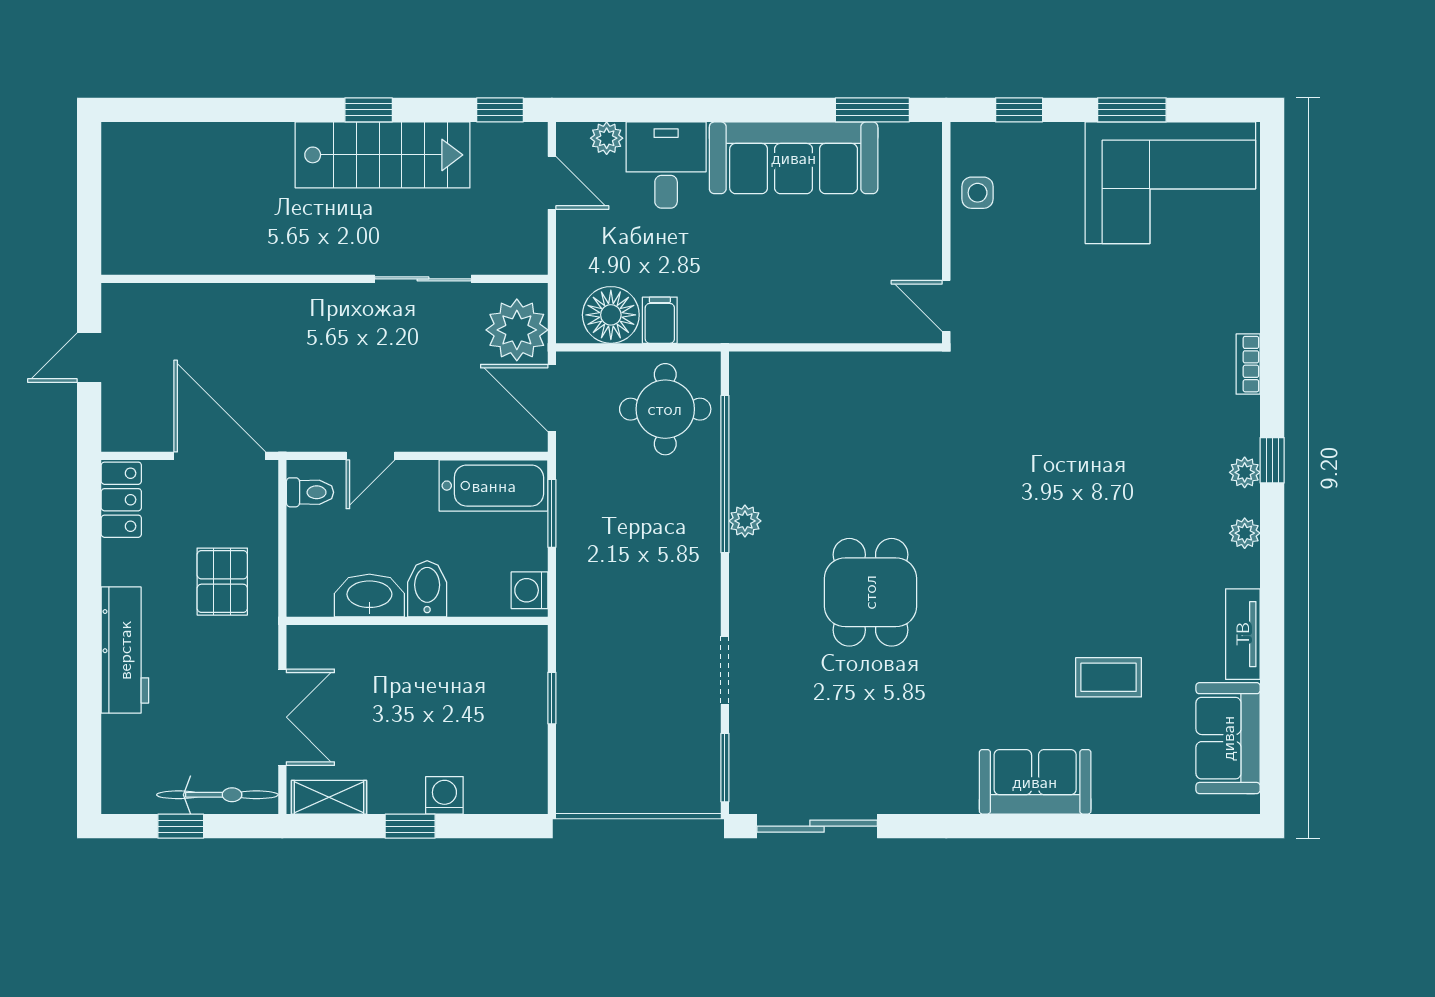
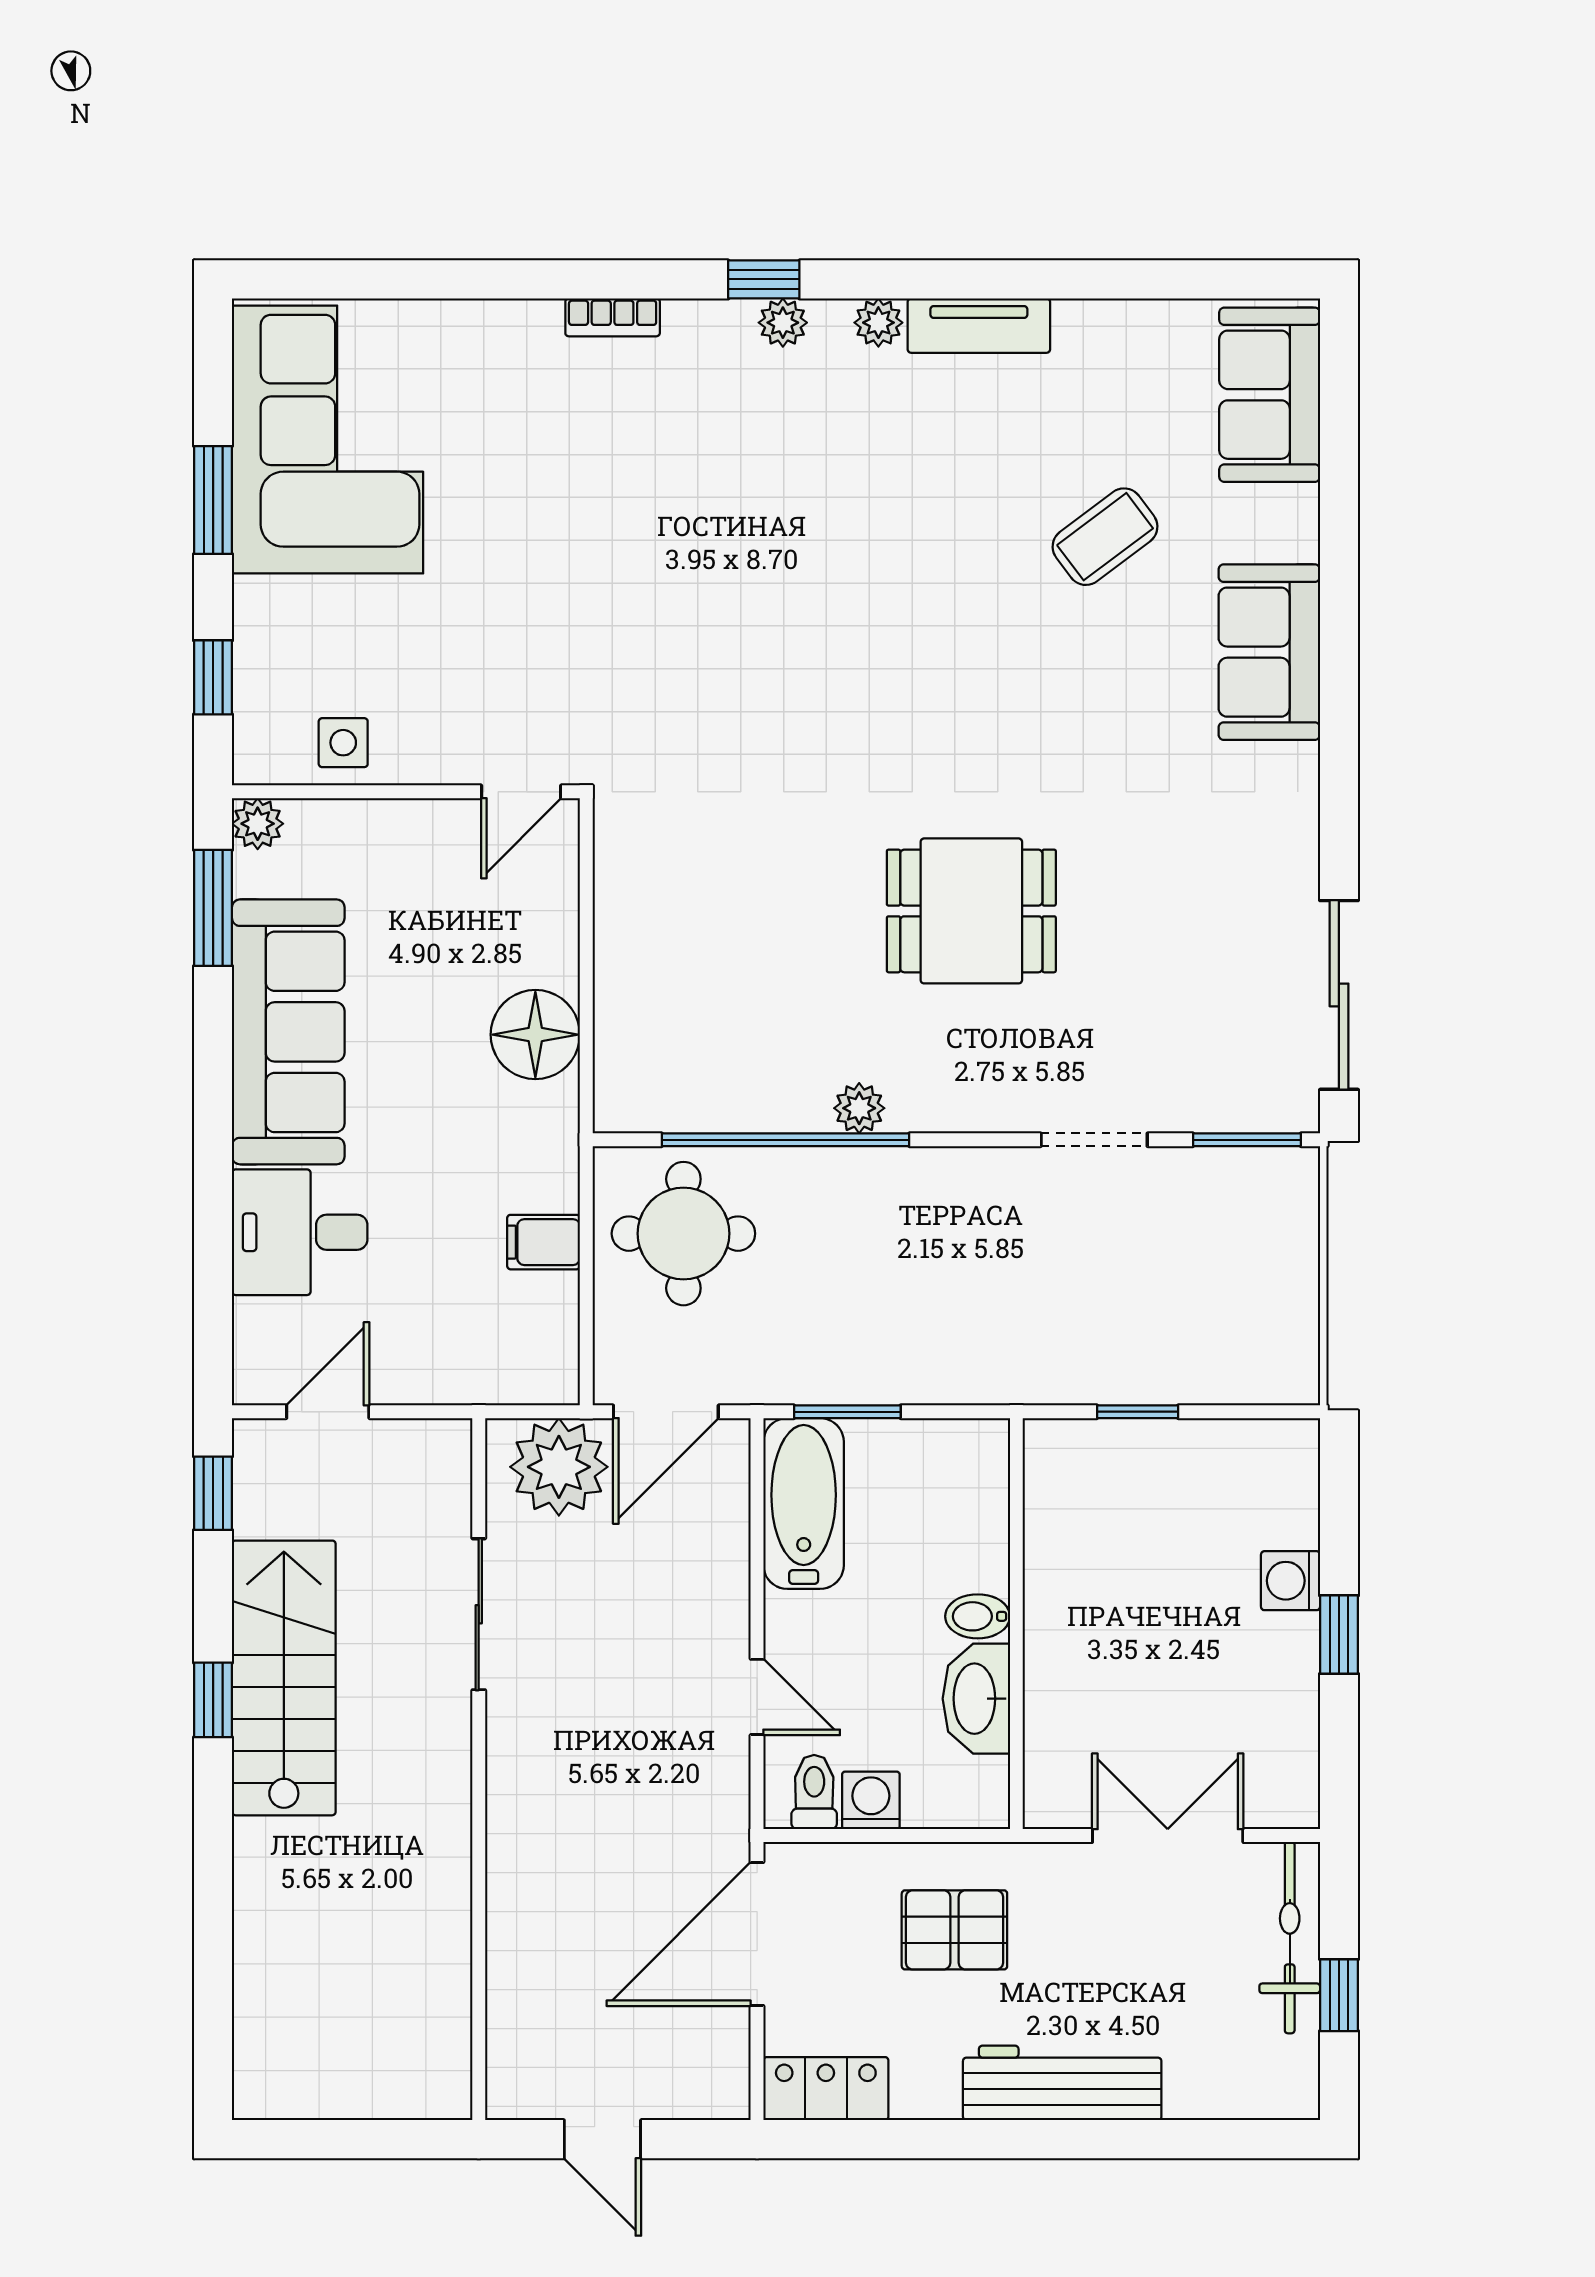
plant: (607, 138) -> (258, 824), moved
floor lamp: (611, 315) -> (535, 1035), moved
bidet: (427, 589) -> (978, 1616), width x0.72, depth x0.74
washing machine: (530, 590) -> (871, 1800), moved, turned 180
tv unit: (1243, 634) -> (979, 326), moved
coffee table: (1109, 677) -> (1105, 537), turned 53
sofa: (1228, 738) -> (1270, 395), moved, turned 90
shelving: (329, 797) -> (1293, 1762), removed

